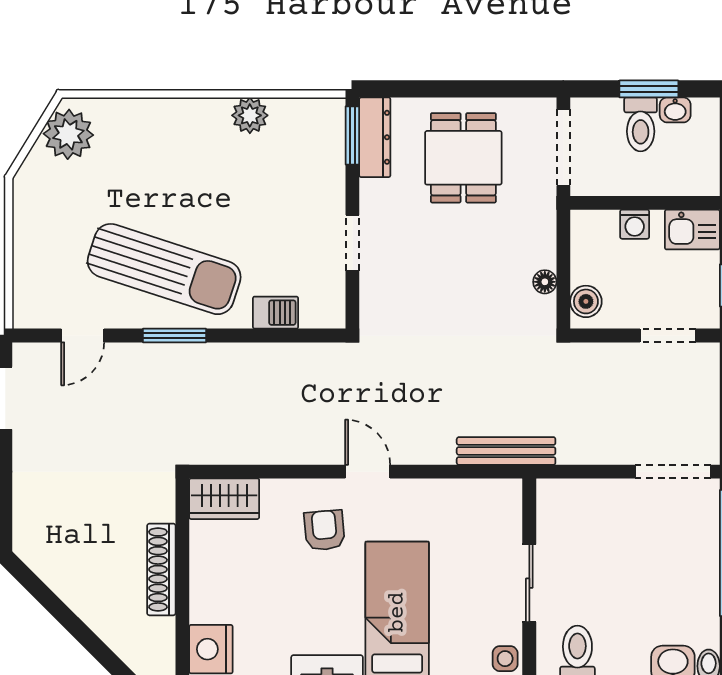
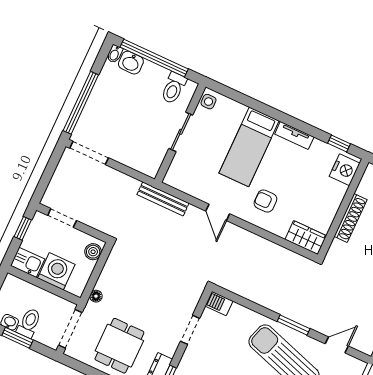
washing machine: (635, 224) -> (56, 271), width x1.89, depth x1.89
floor lamp: (545, 282) -> (96, 296), moved
barbecue: (276, 313) -> (219, 304), moved
door: (368, 472) -> (218, 212), moved
armchair: (324, 530) -> (265, 201), turned 95

